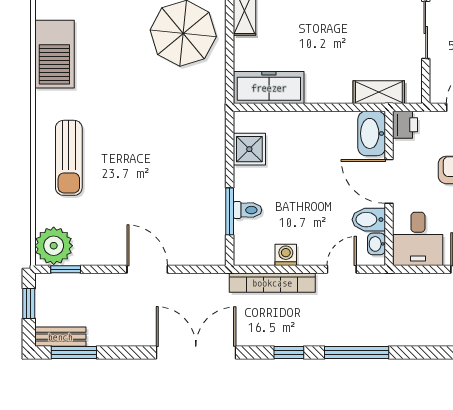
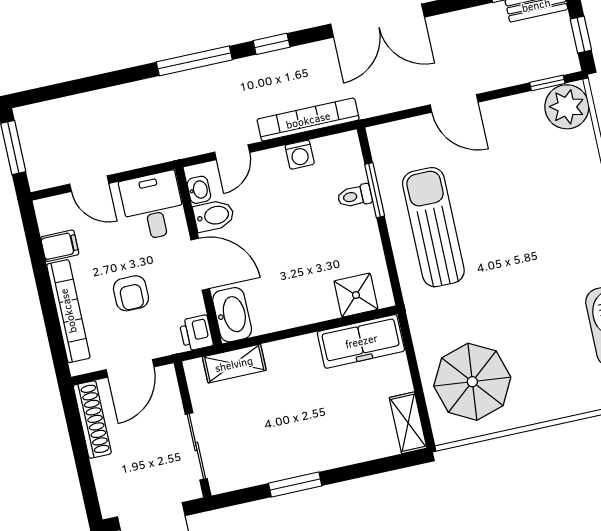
shower: (249, 149) -> (356, 295), moved
sun lounger: (69, 158) -> (433, 227), moved, width x1.36, depth x1.34

